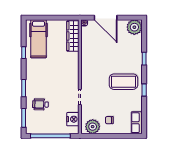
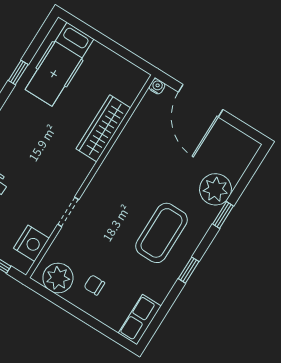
plant: (134, 27) -> (215, 189), moved
wardrobe: (73, 36) -> (103, 128), moved
coffee table: (123, 82) -> (162, 233), turned 90

